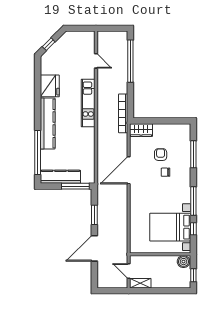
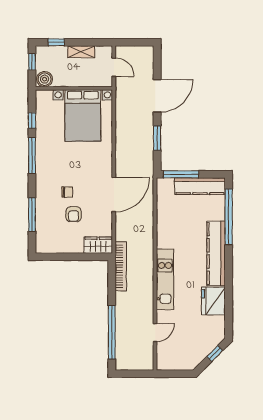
door: (96, 61) -> (155, 333), swing flipped
bed with nightstands: (170, 227) -> (83, 115), moved, turned 90
shelving: (140, 283) -> (81, 52), moved
window: (174, 291) -> (56, 42), added

